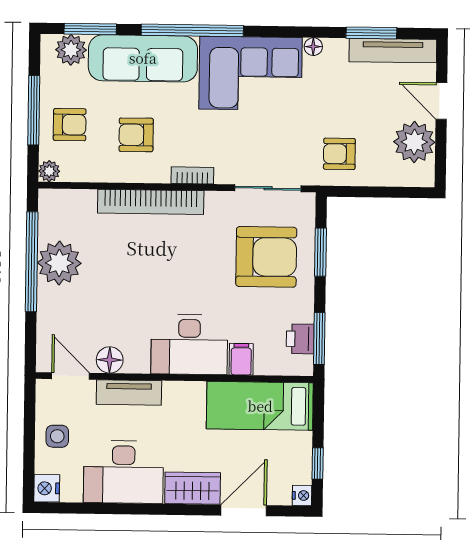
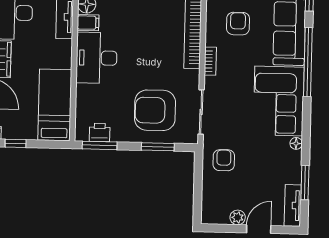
tv unit: (393, 51) -> (293, 205), width x0.71
plant: (414, 142) -> (238, 217), width x0.53, depth x0.53
armchair: (266, 257) -> (155, 110), turned 90
filing cabinet: (241, 359) -> (88, 23), moved

